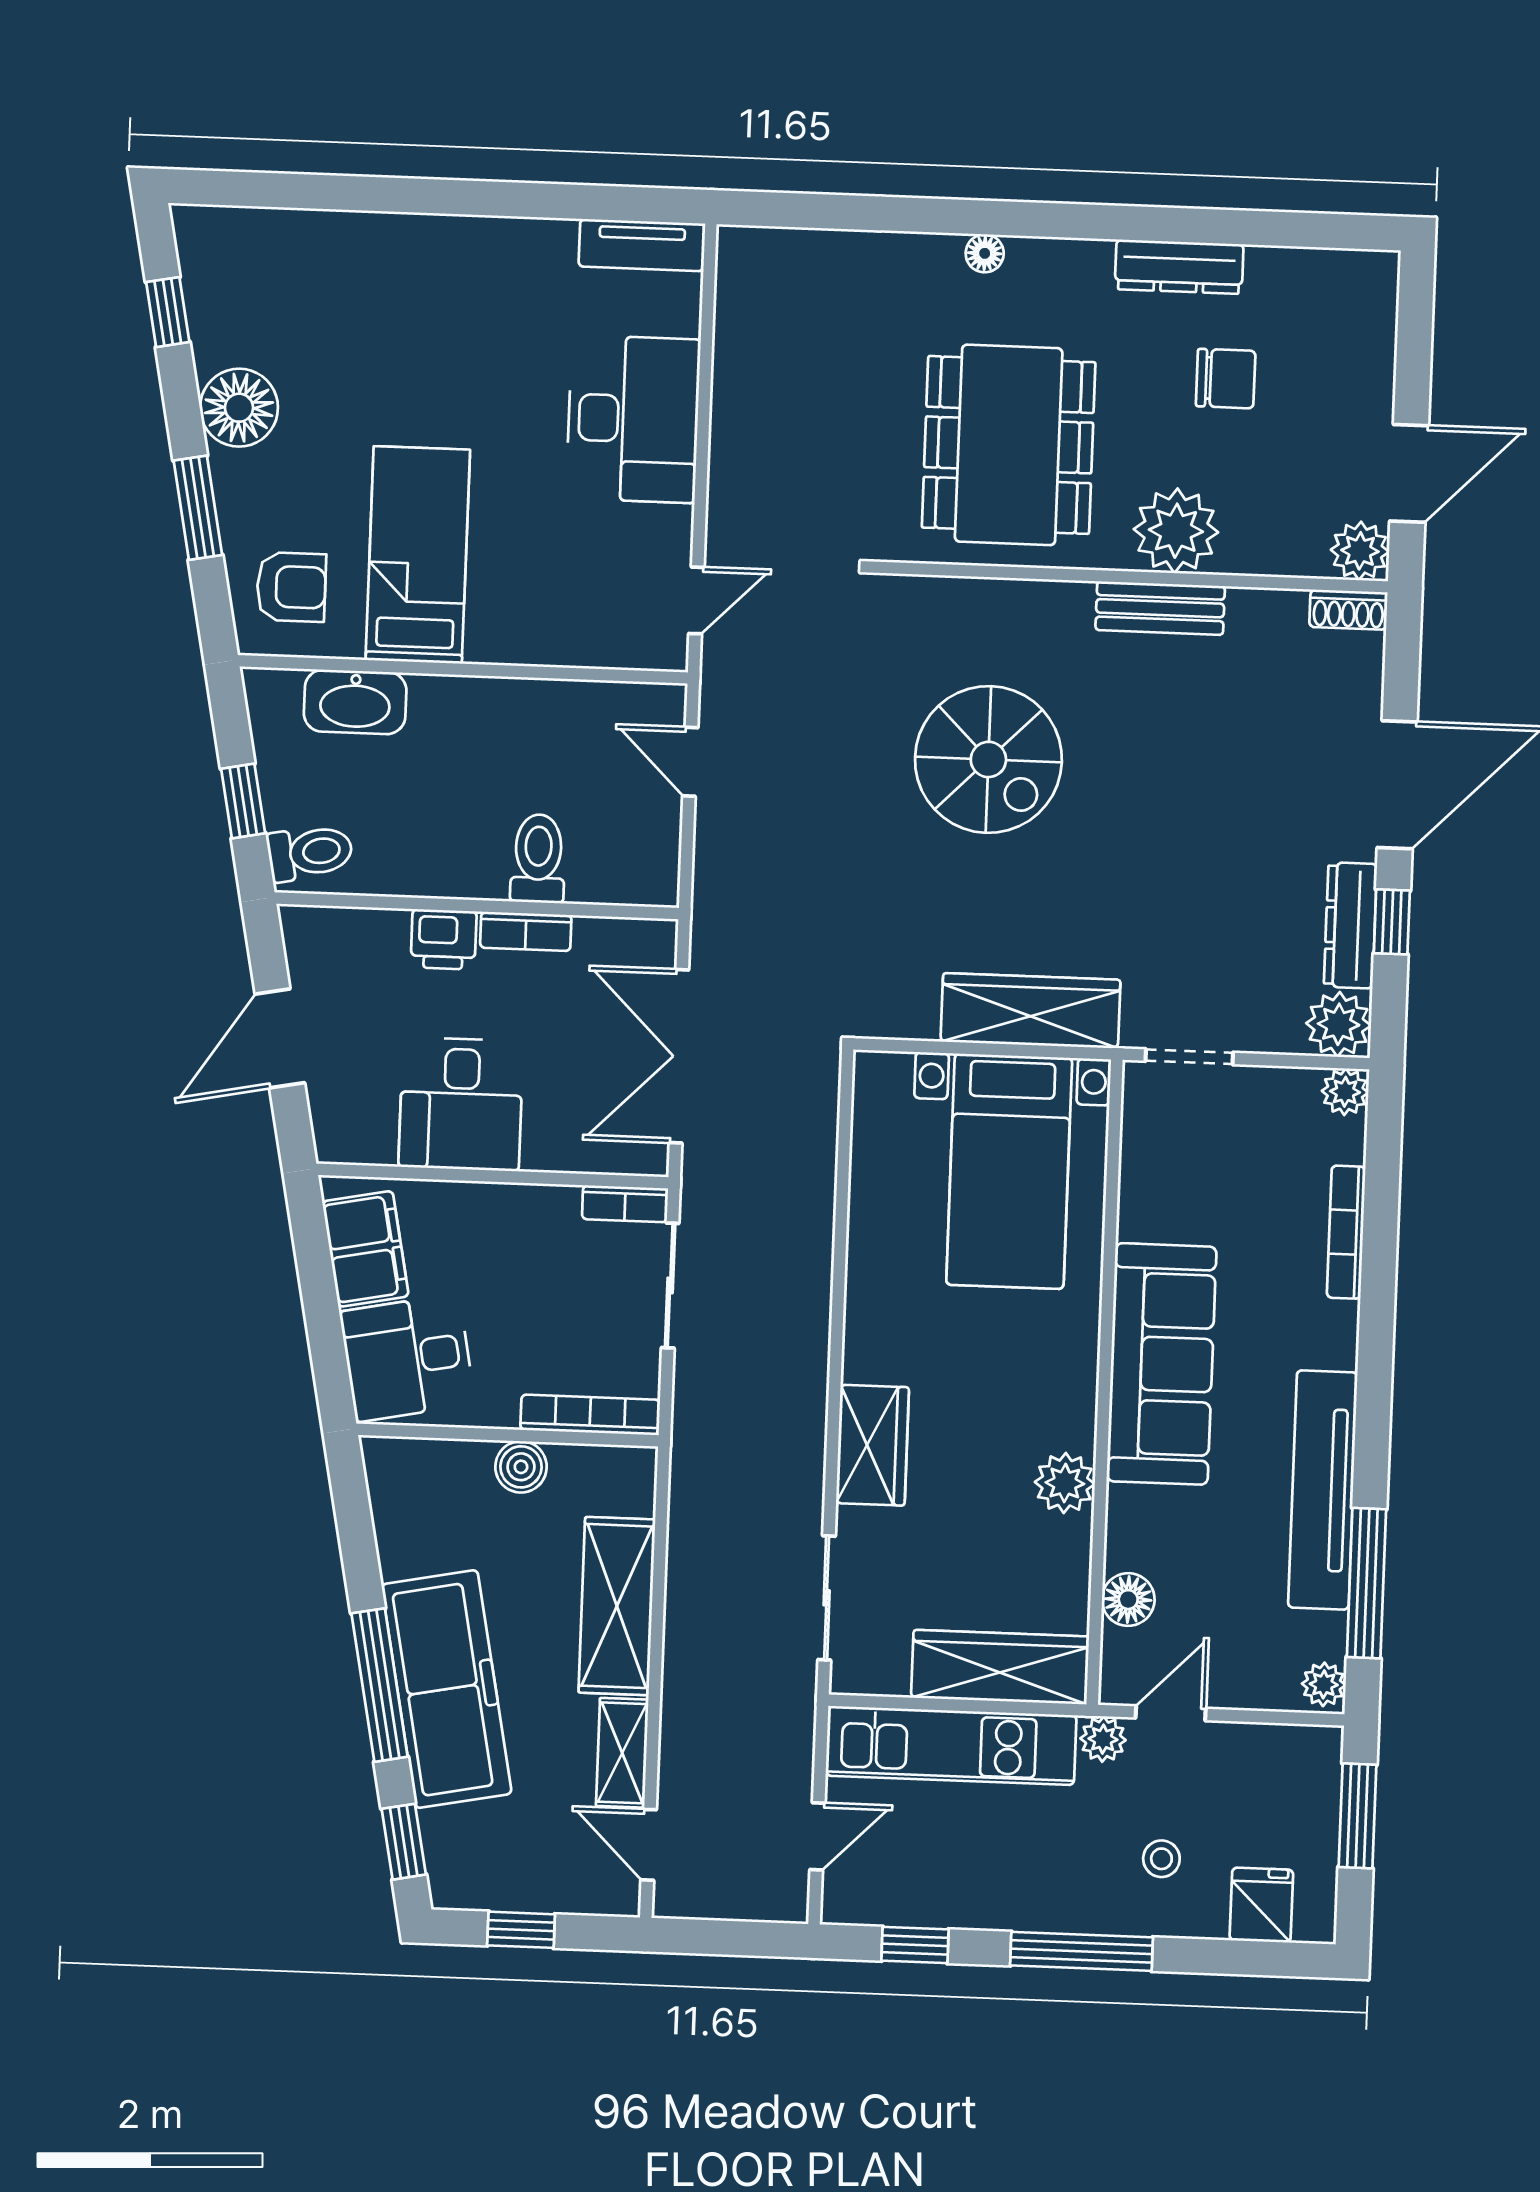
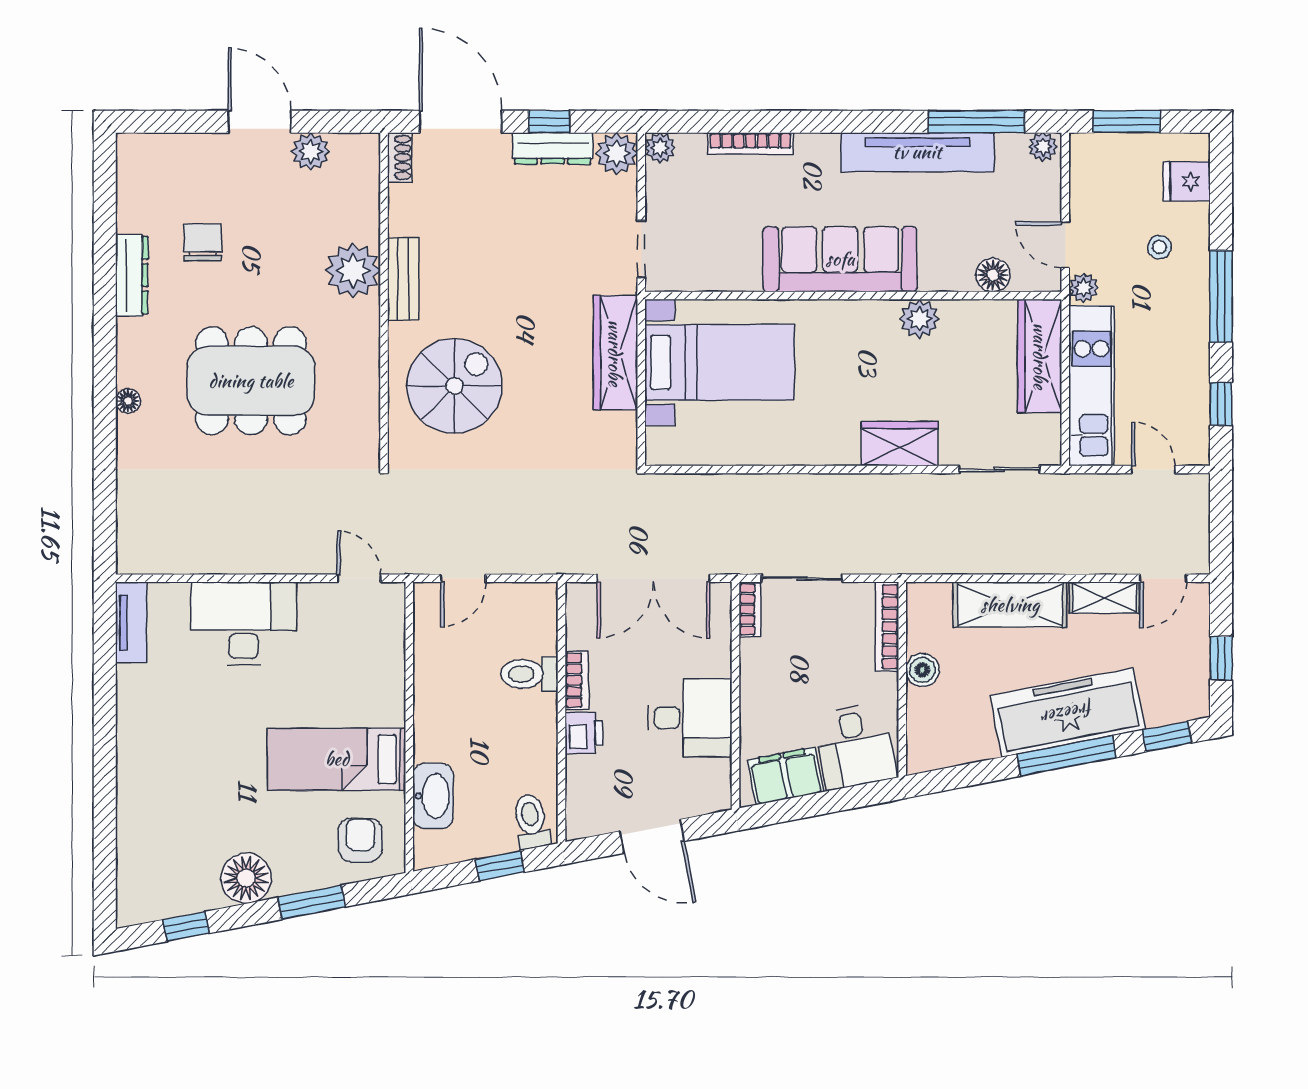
plant: (1176, 531) -> (353, 271), moved
wall: (1130, 577) -> (384, 299), moved
bench: (1160, 608) -> (403, 279), moved
shoe rack: (1348, 610) -> (400, 157), moved

